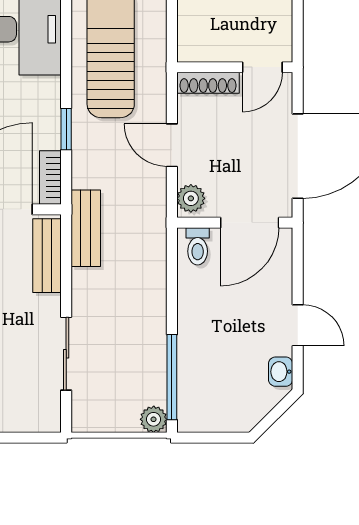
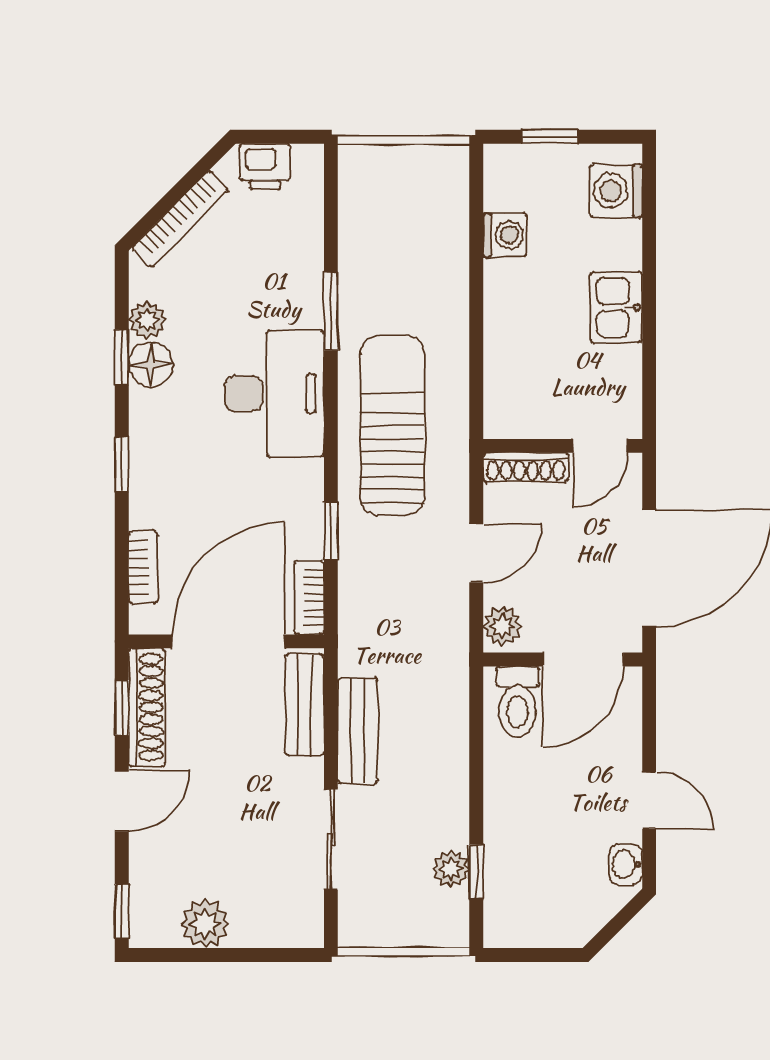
door: (172, 145) -> (476, 553), swing flipped
bench: (86, 228) -> (358, 731), moved
toilet: (198, 246) -> (518, 702), width x1.37, depth x1.39
window: (172, 377) -> (476, 872), width x0.46
plant: (154, 419) -> (451, 869), moved

